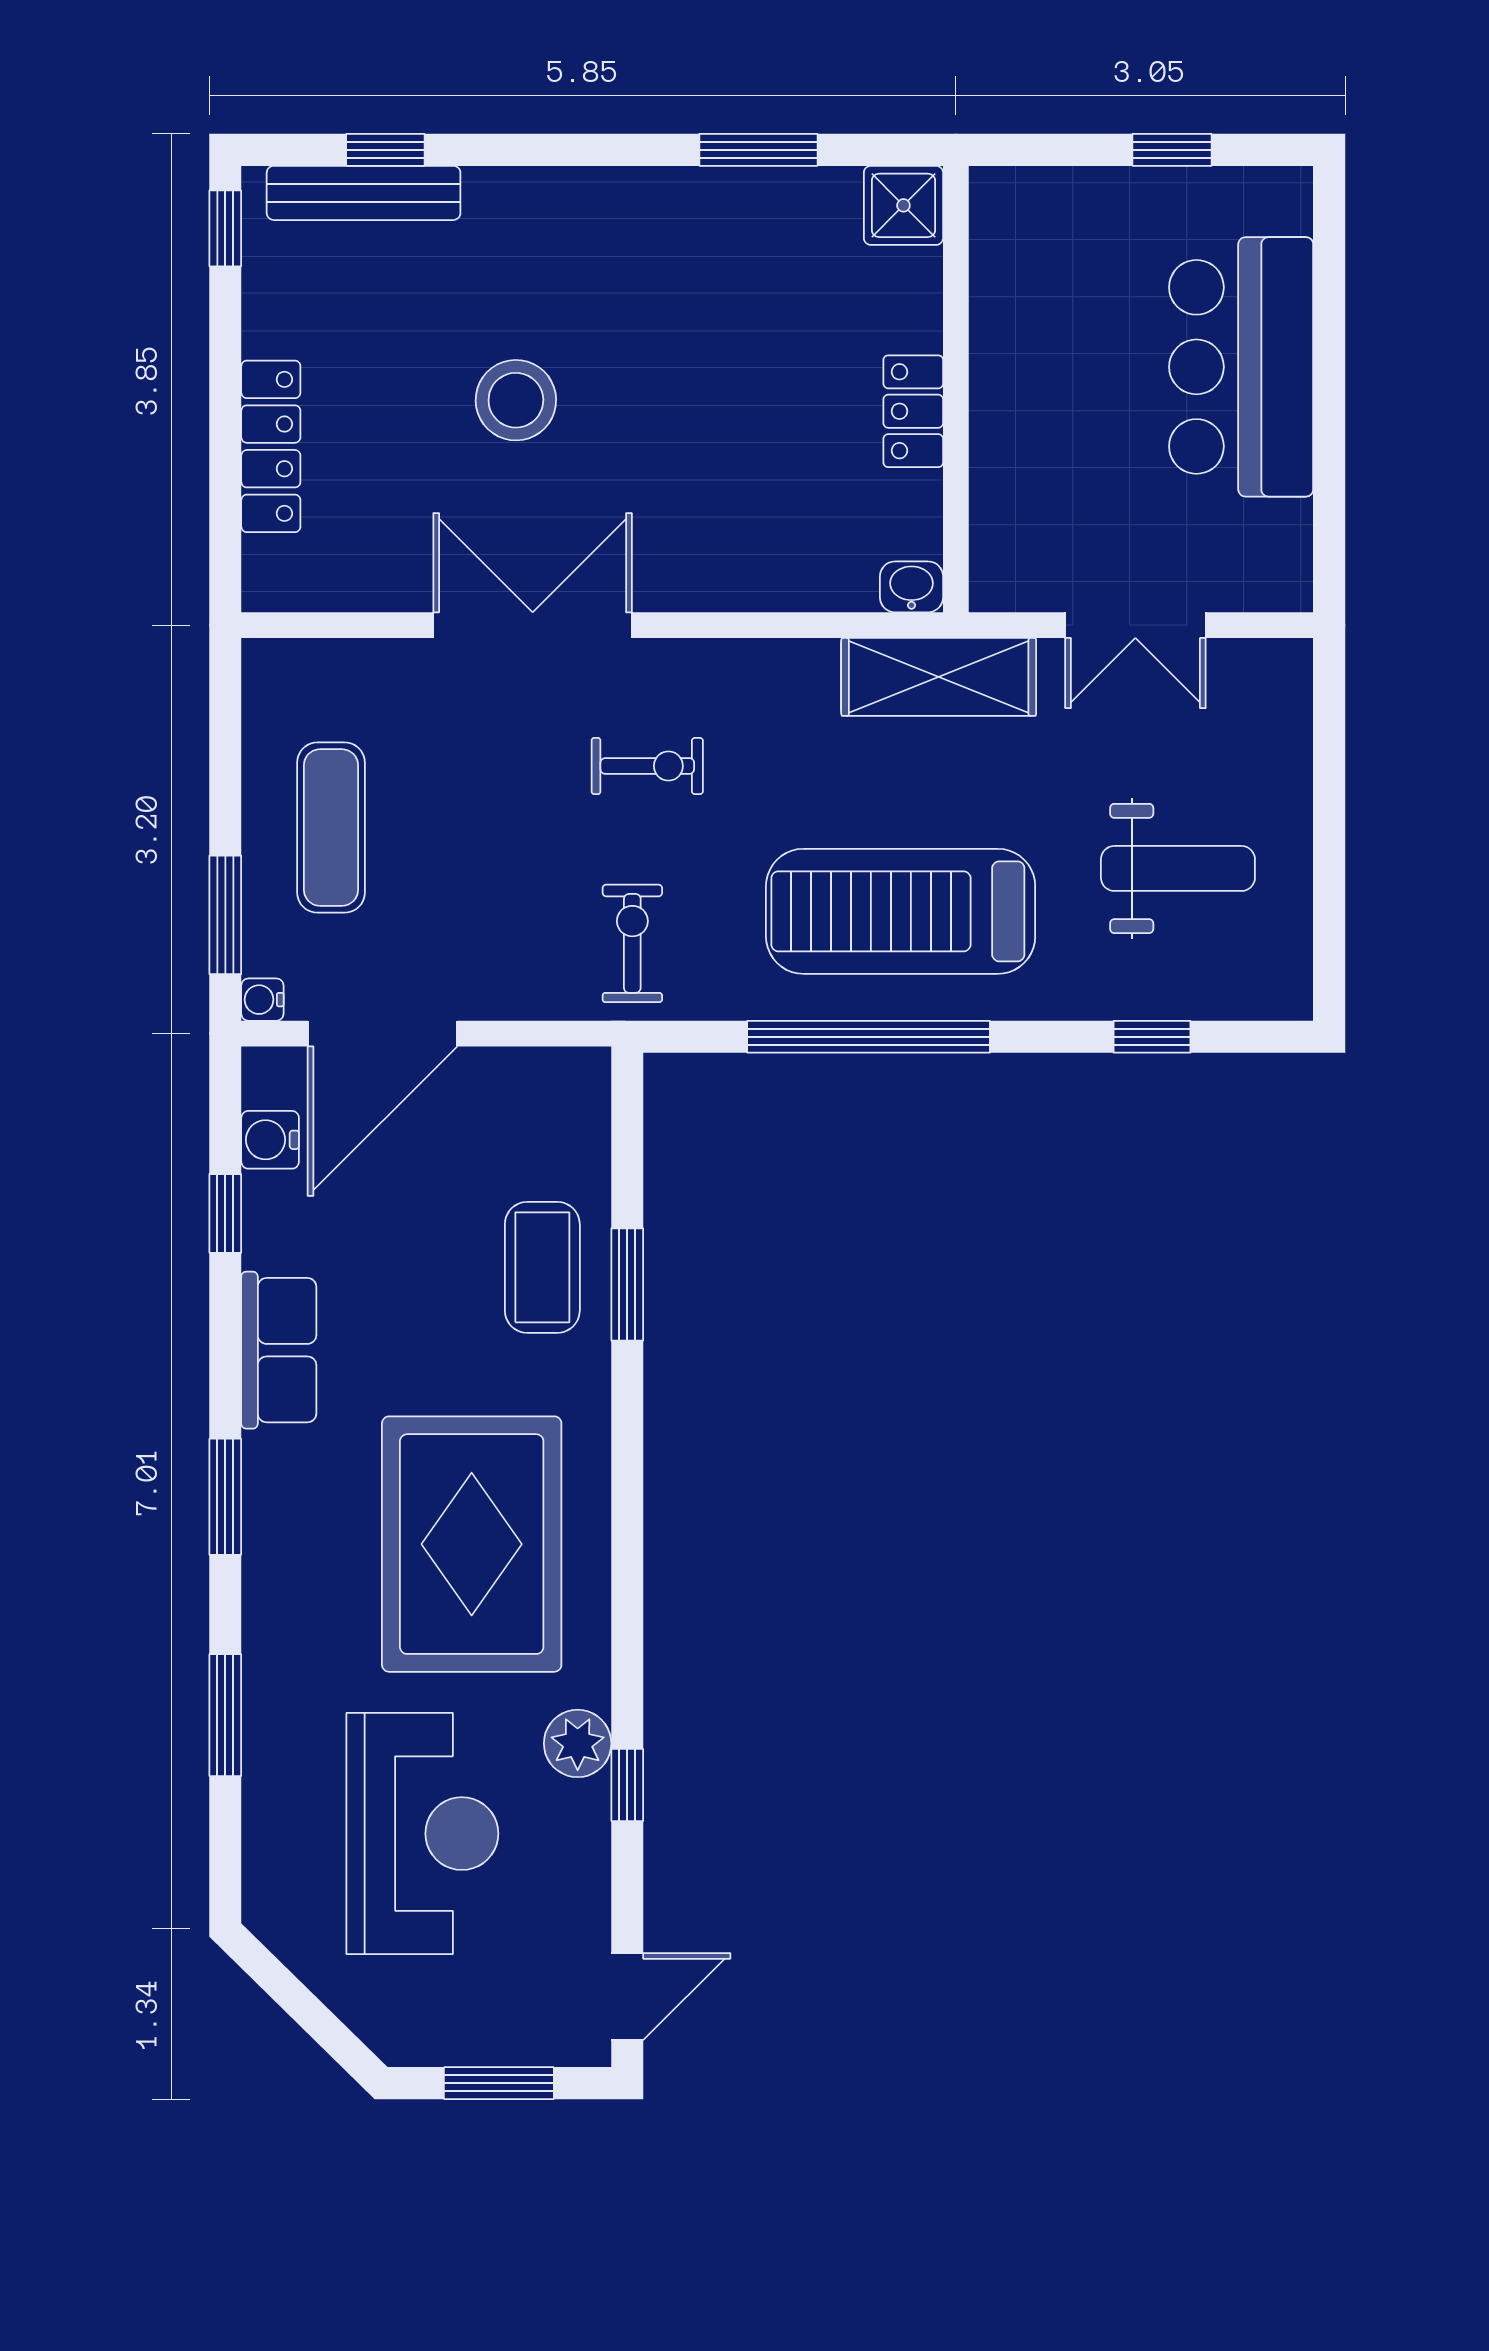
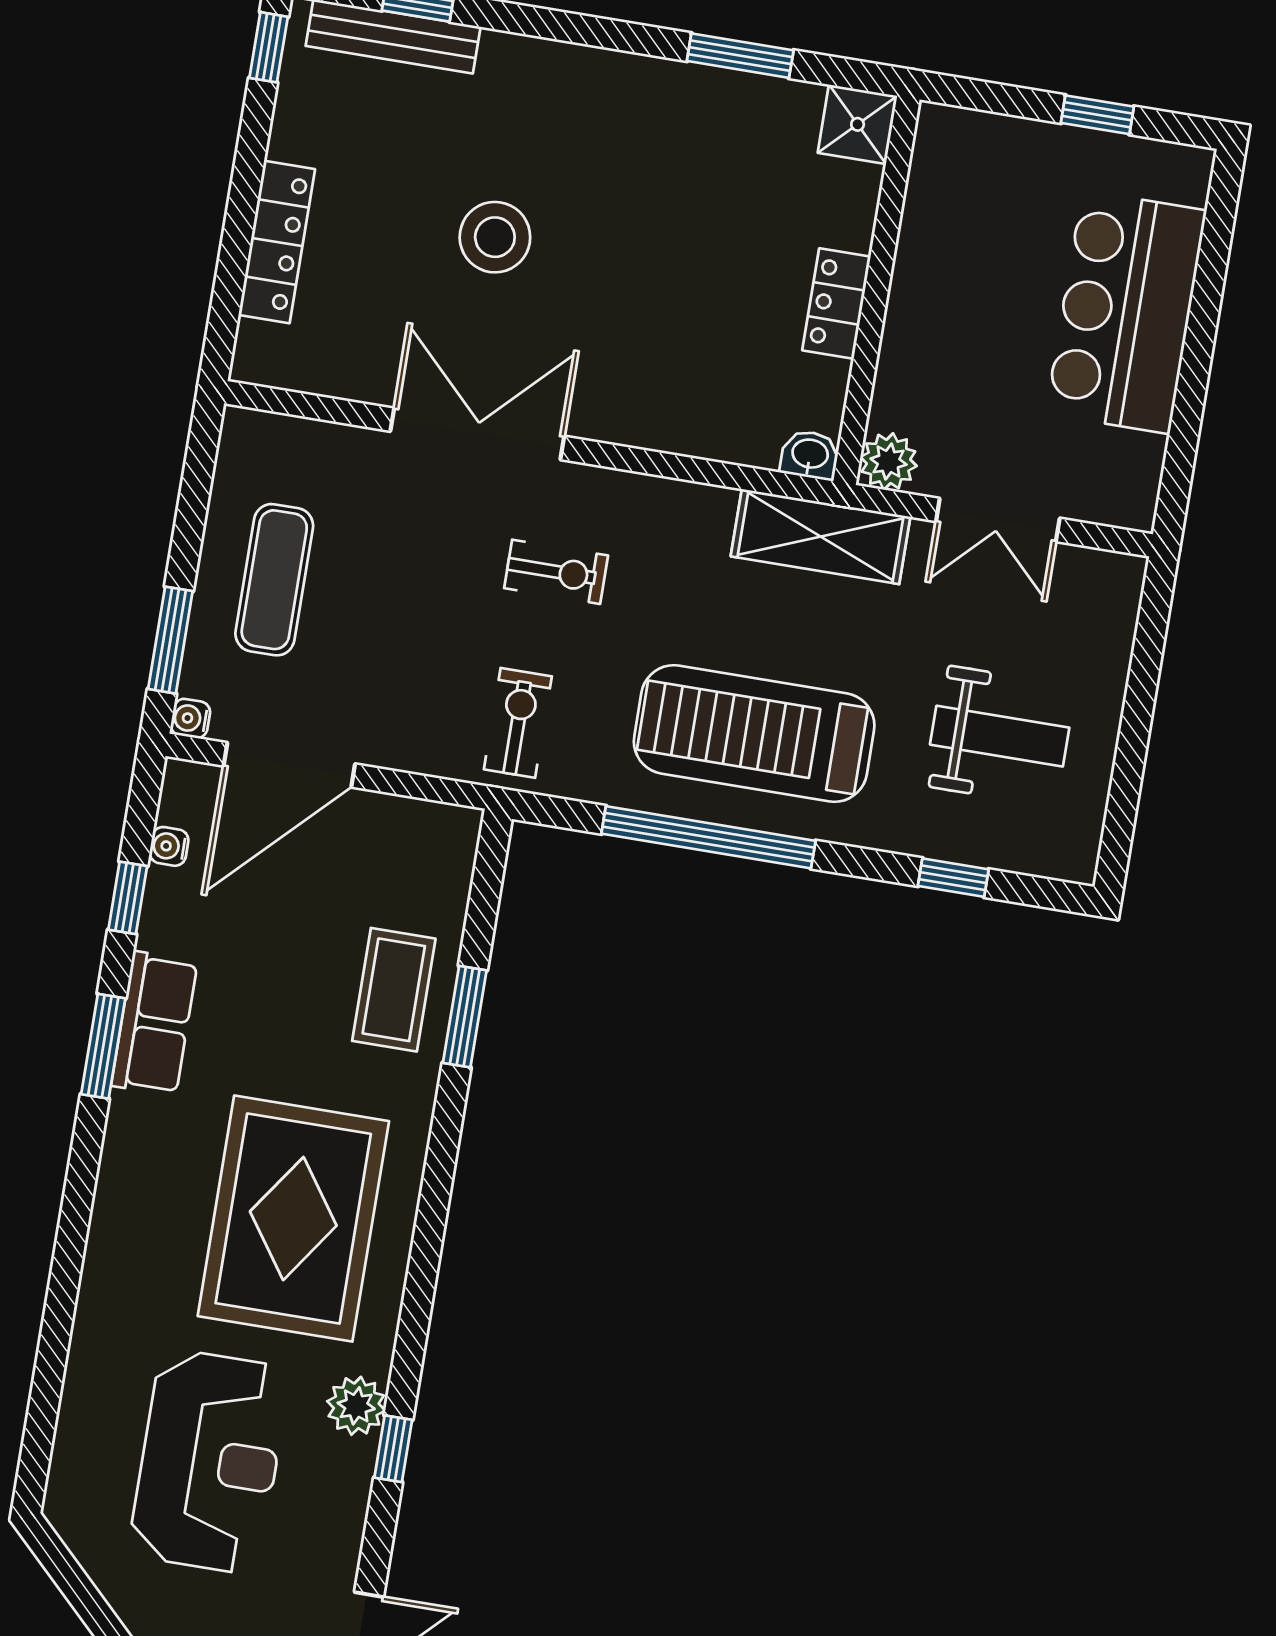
plant: (1001, 580) -> (889, 462), added
water cooler: (270, 1140) -> (169, 846), width x0.72, depth x0.72
window: (225, 1497) -> (103, 1046), moved
window: (225, 1715) -> (56, 1331), removed

